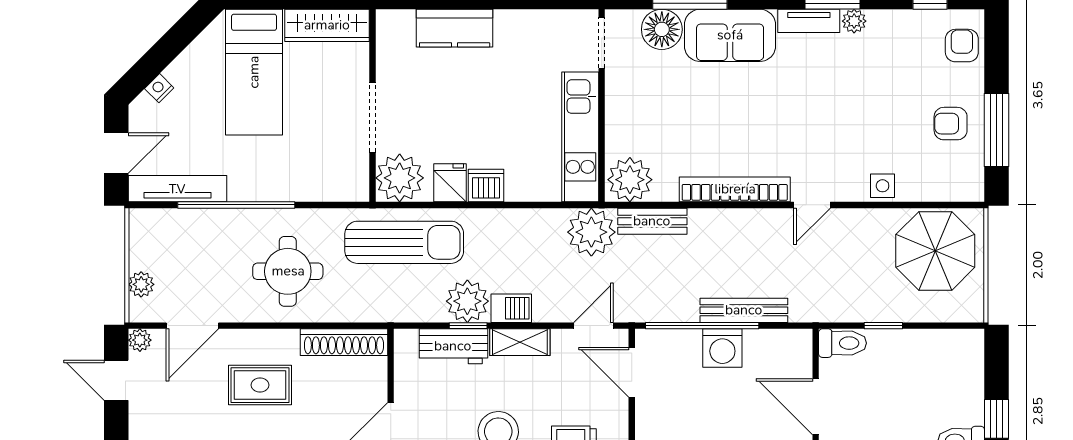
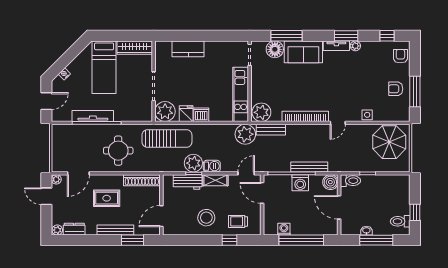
tv unit: (177, 189) -> (93, 116), moved
plant: (141, 284) -> (57, 156), removed
boiler: (795, 347) -> (330, 182), added

